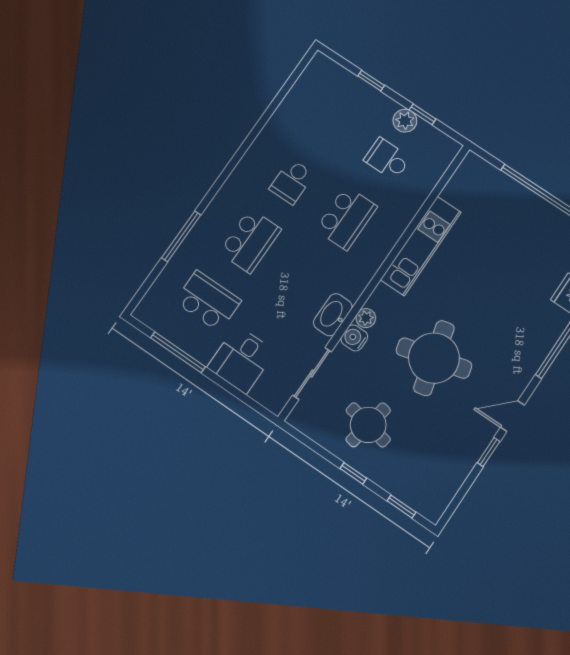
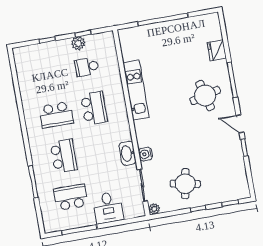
school desk: (292, 181) -> (56, 115), width x1.85
plant: (366, 318) -> (154, 209), moved
round table: (434, 358) -> (205, 96), moved, width x0.73, depth x0.73
door: (512, 416) -> (240, 124), hinge flipped

